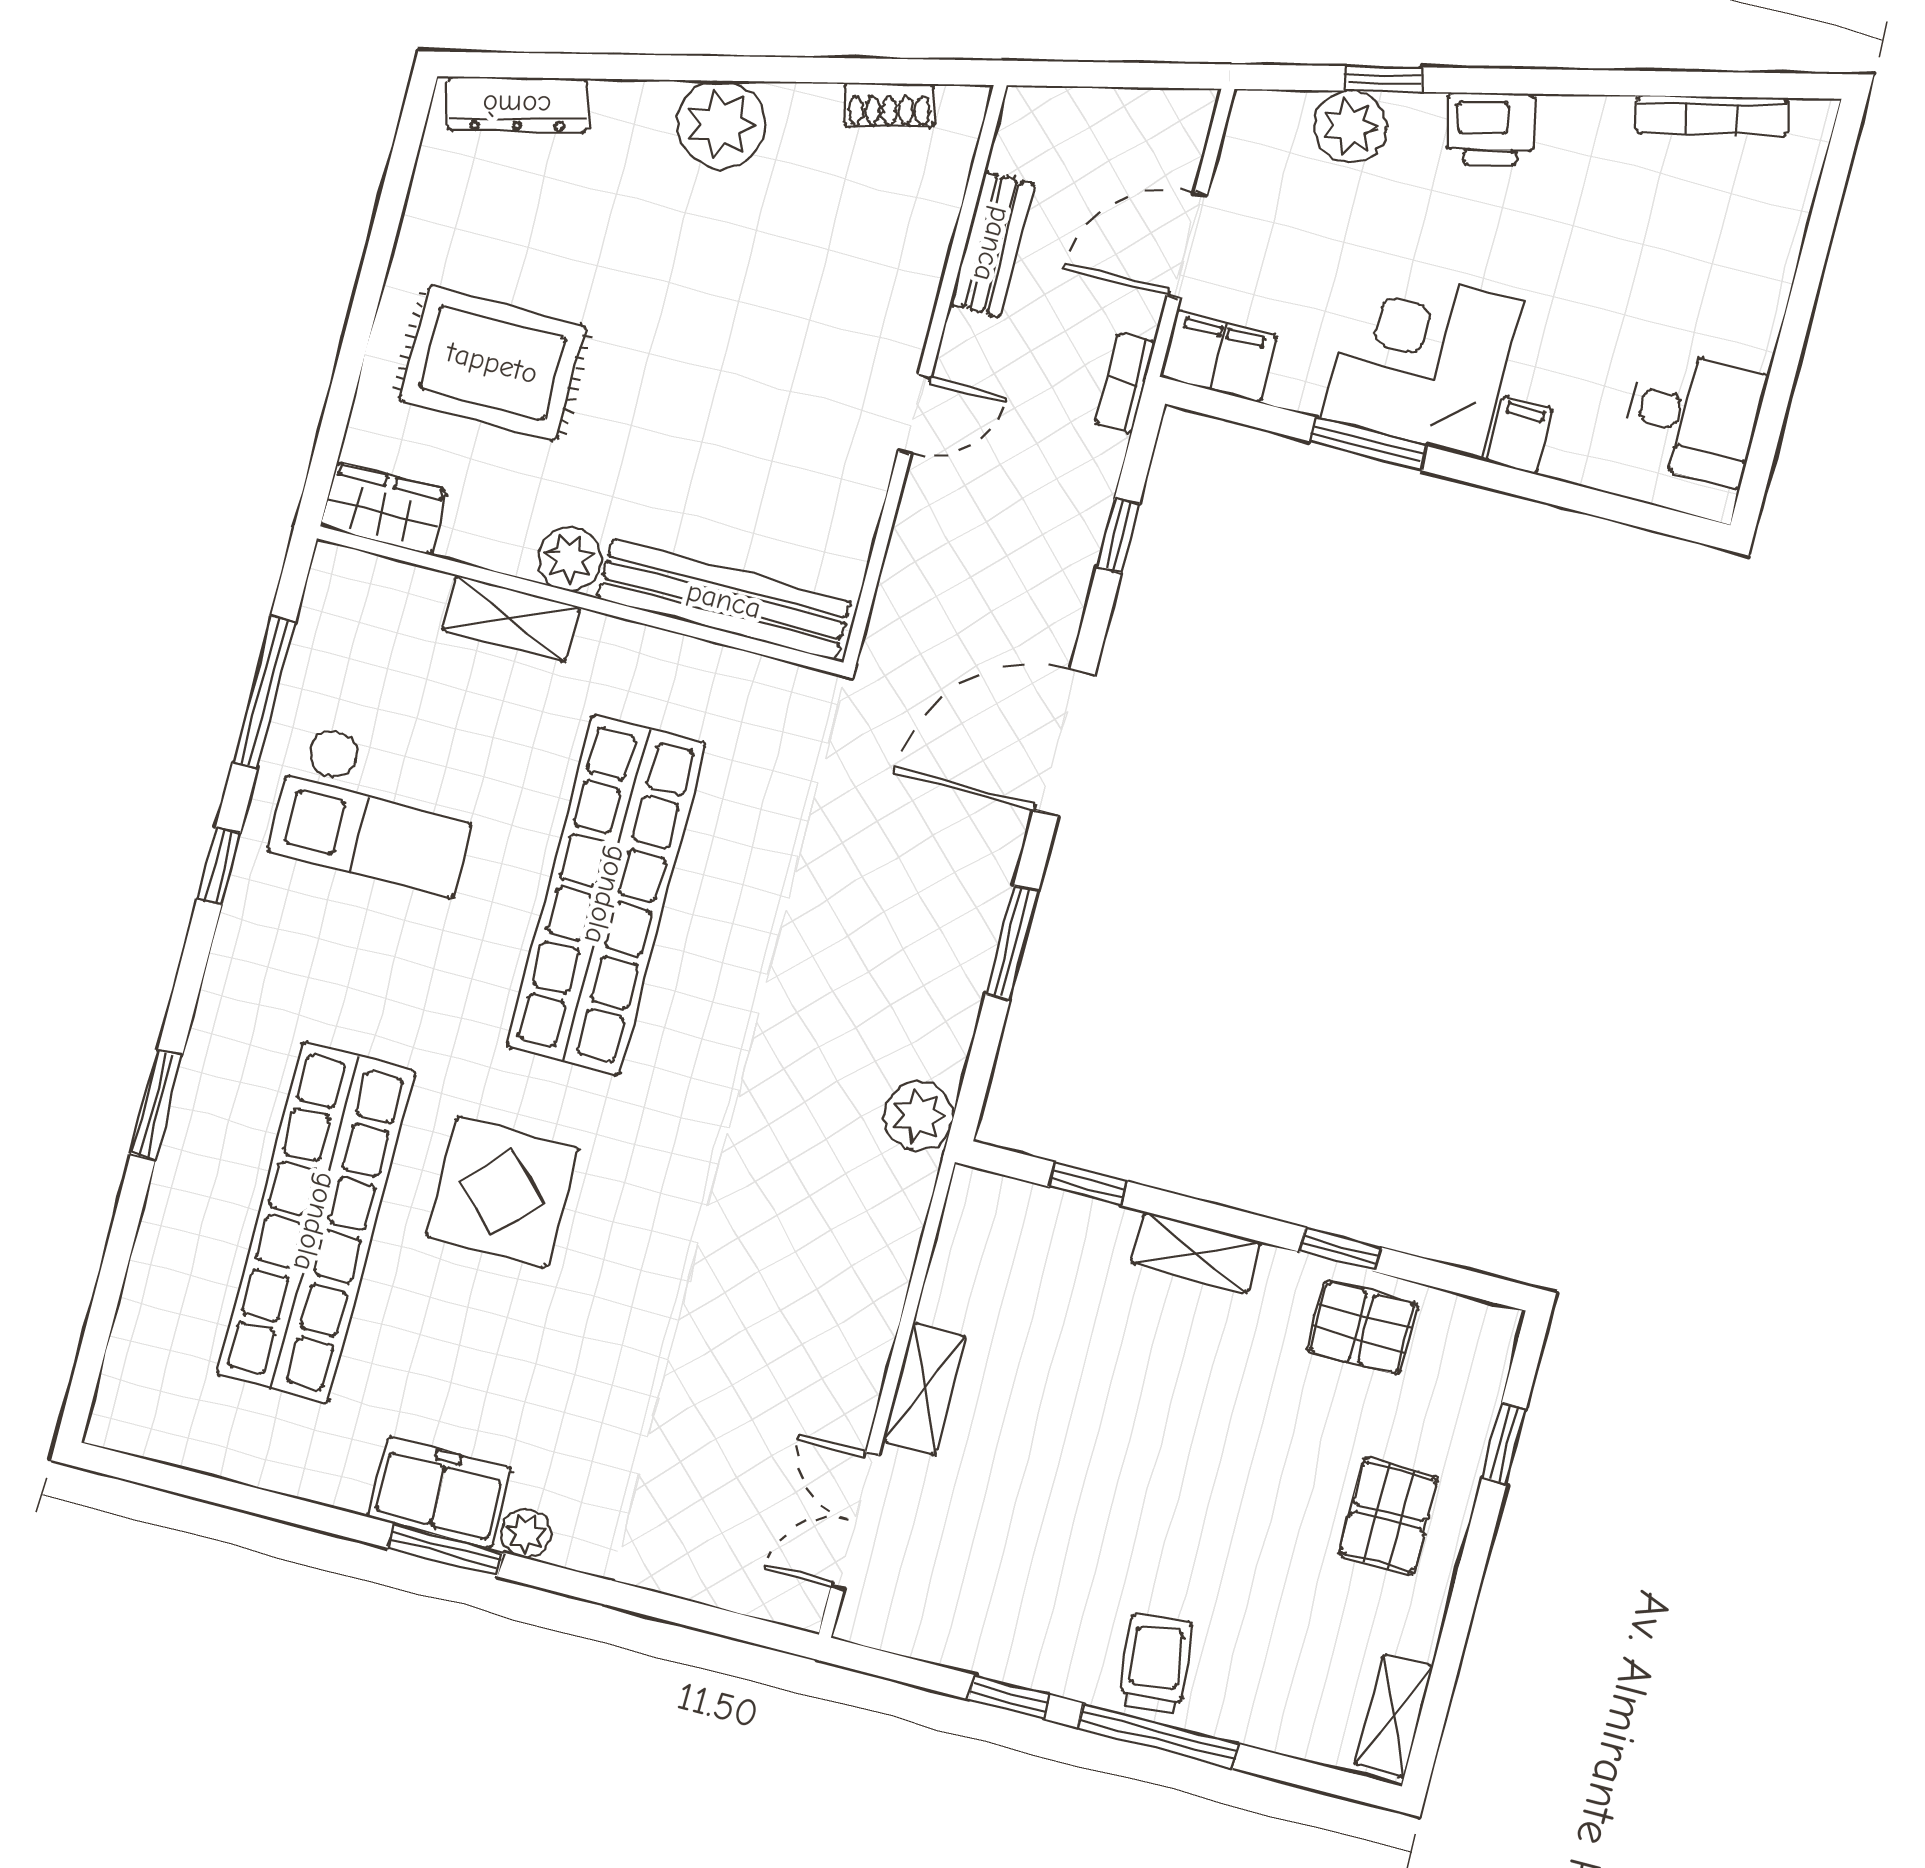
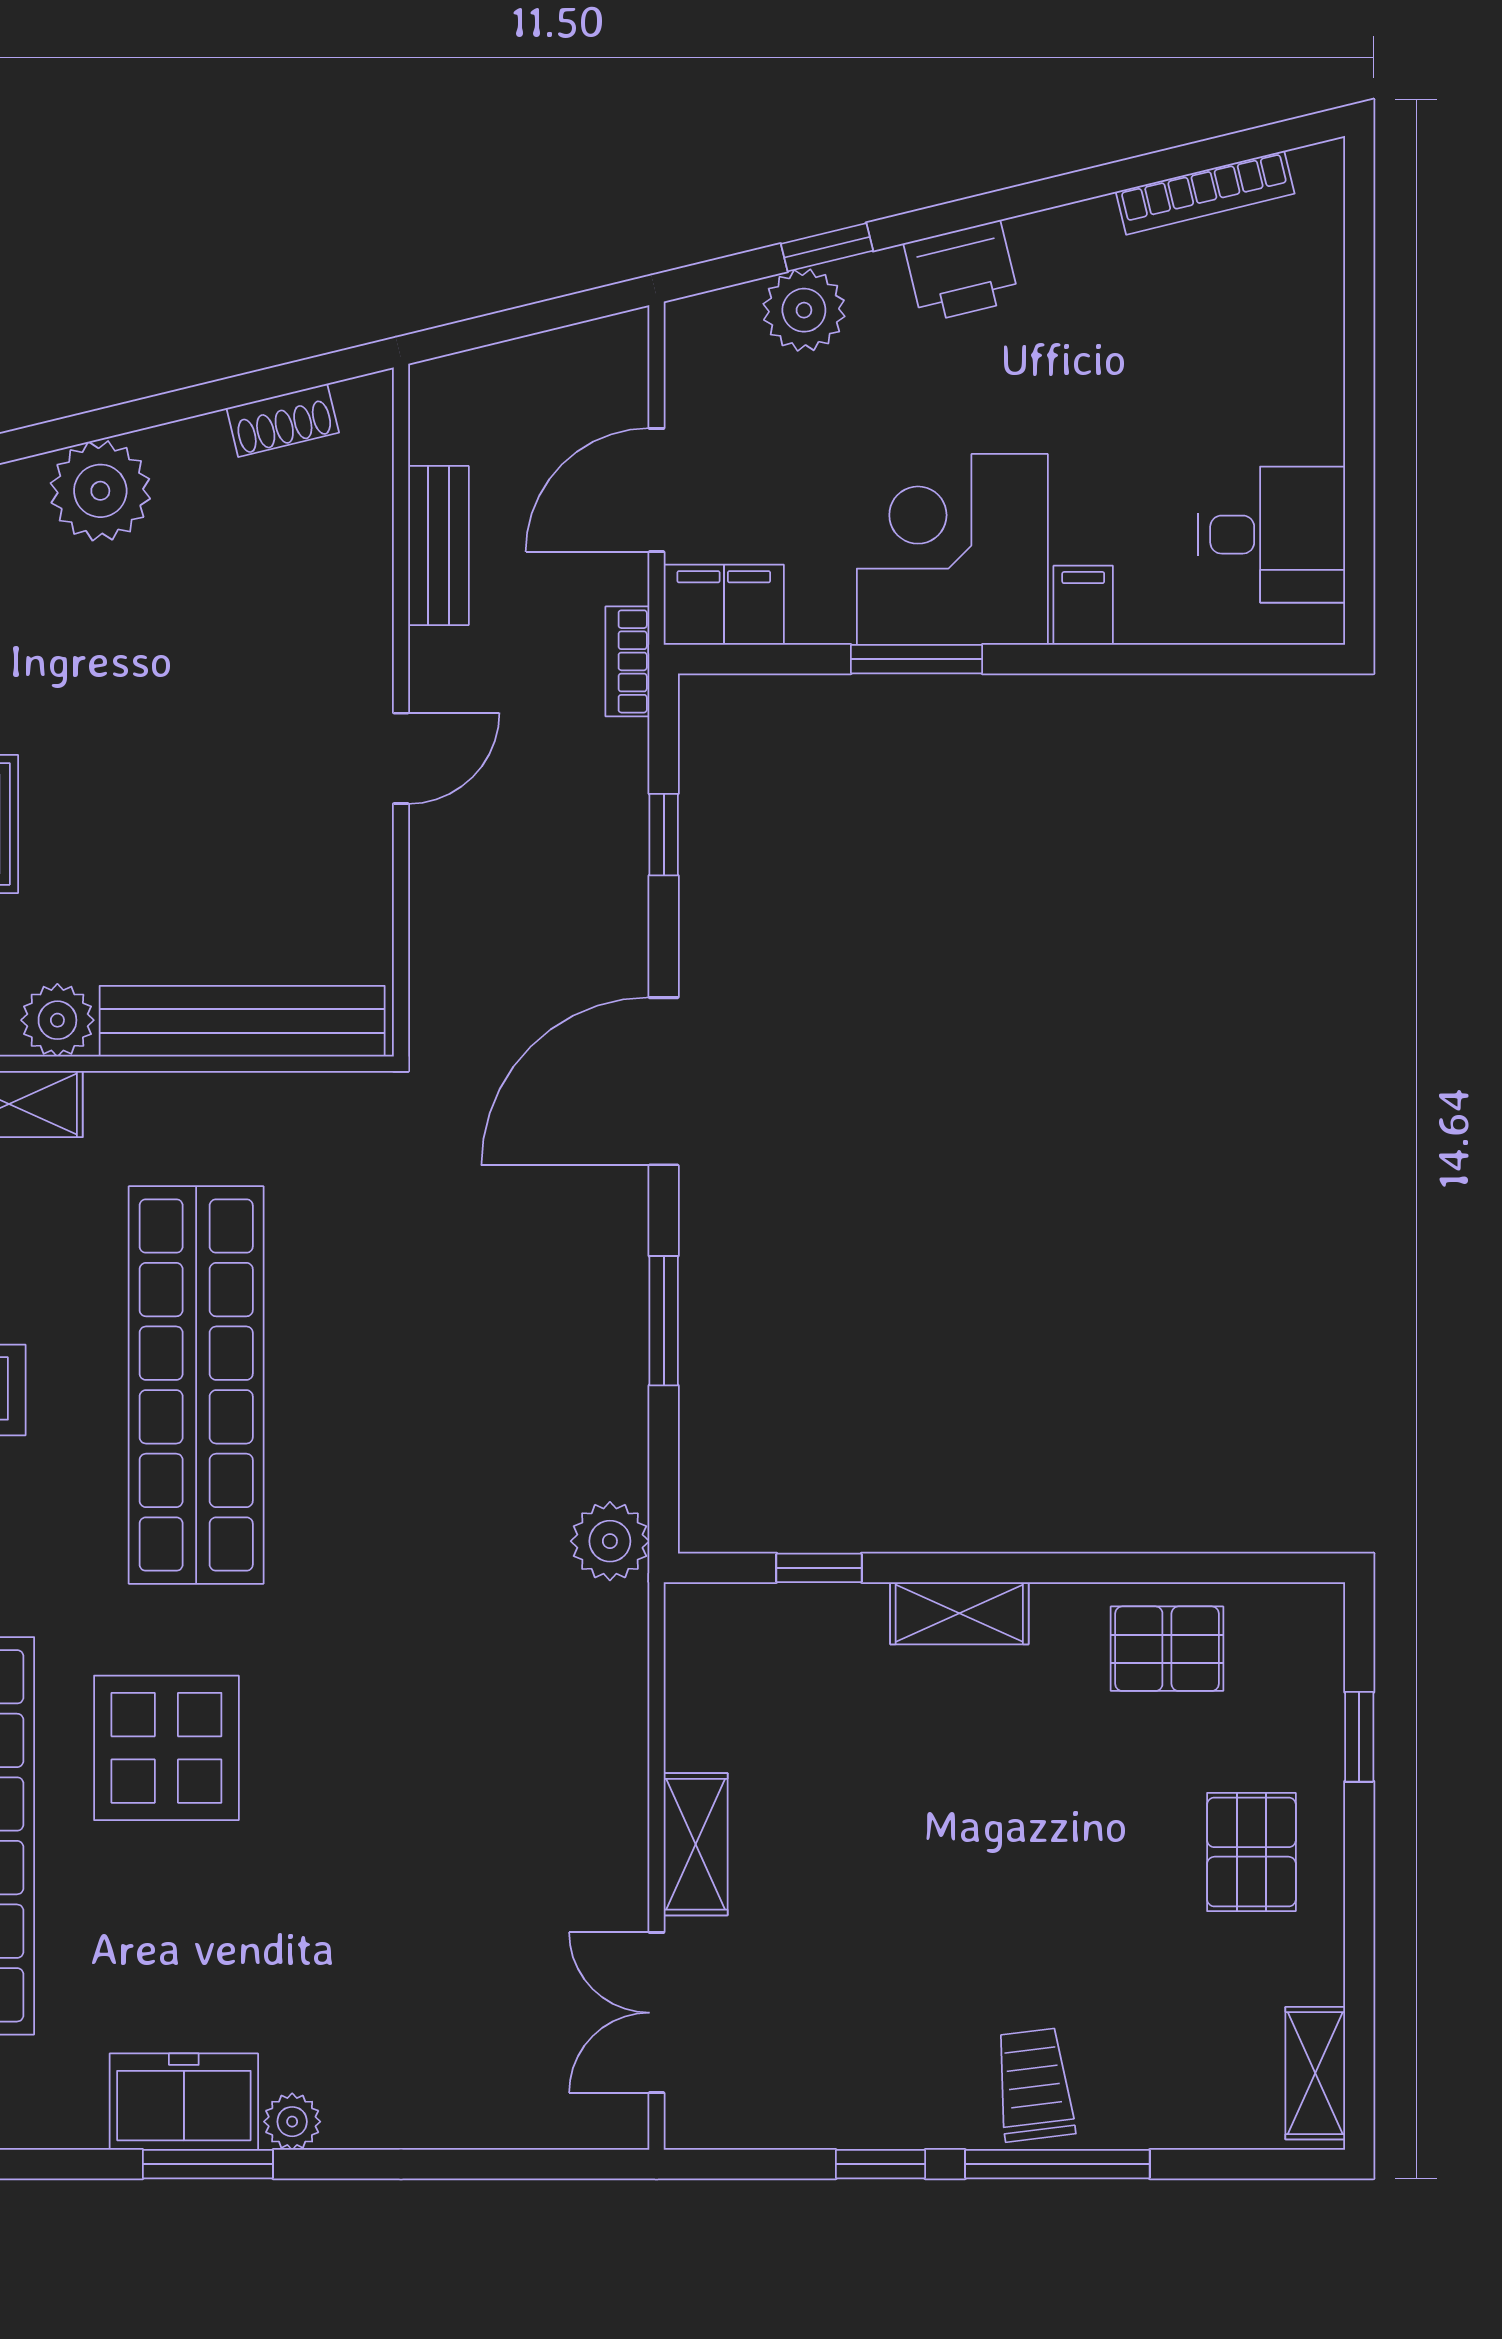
window: (1340, 1250) -> (1120, 1568), removed

